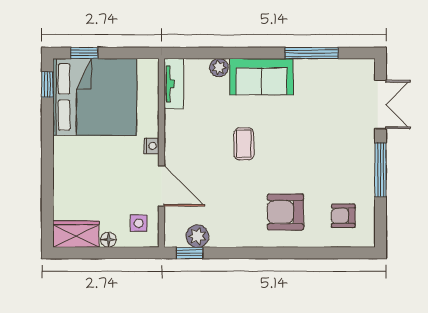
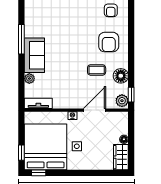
window: (311, 53) -> (21, 39), moved
coffee table: (244, 144) -> (97, 70), moved
side table: (139, 223) -> (77, 146), moved
floor lamp: (224, 234) -> (121, 76), added
plant: (197, 236) -> (122, 101), moved

